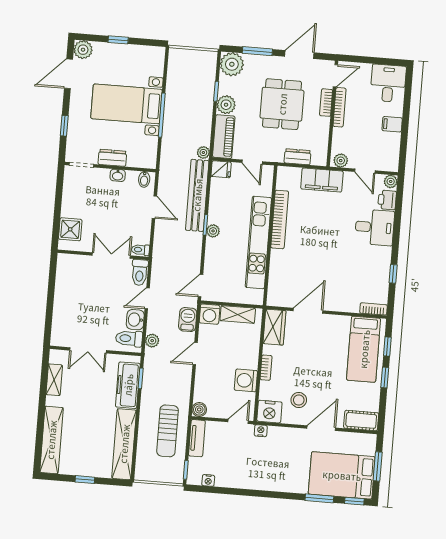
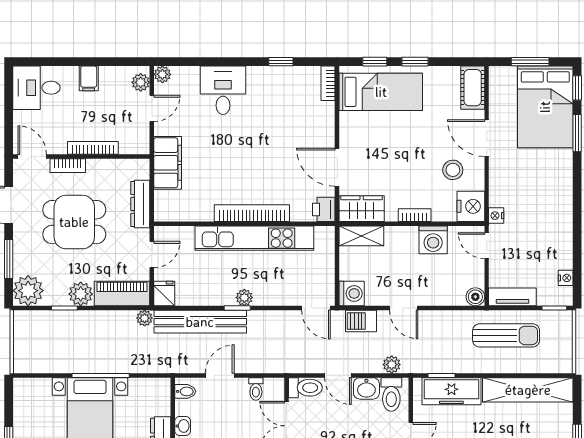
bookcase: (339, 107) -> (93, 148), moved
dresser: (297, 157) -> (140, 204), width x1.44
plant: (341, 161) -> (141, 82), moved
printer: (387, 200) -> (324, 209), moved, turned 90
bookcase: (280, 219) -> (252, 213), moved
toilet: (140, 250) -> (256, 389), moved
shelving: (238, 314) -> (361, 236), moved, turned 90

